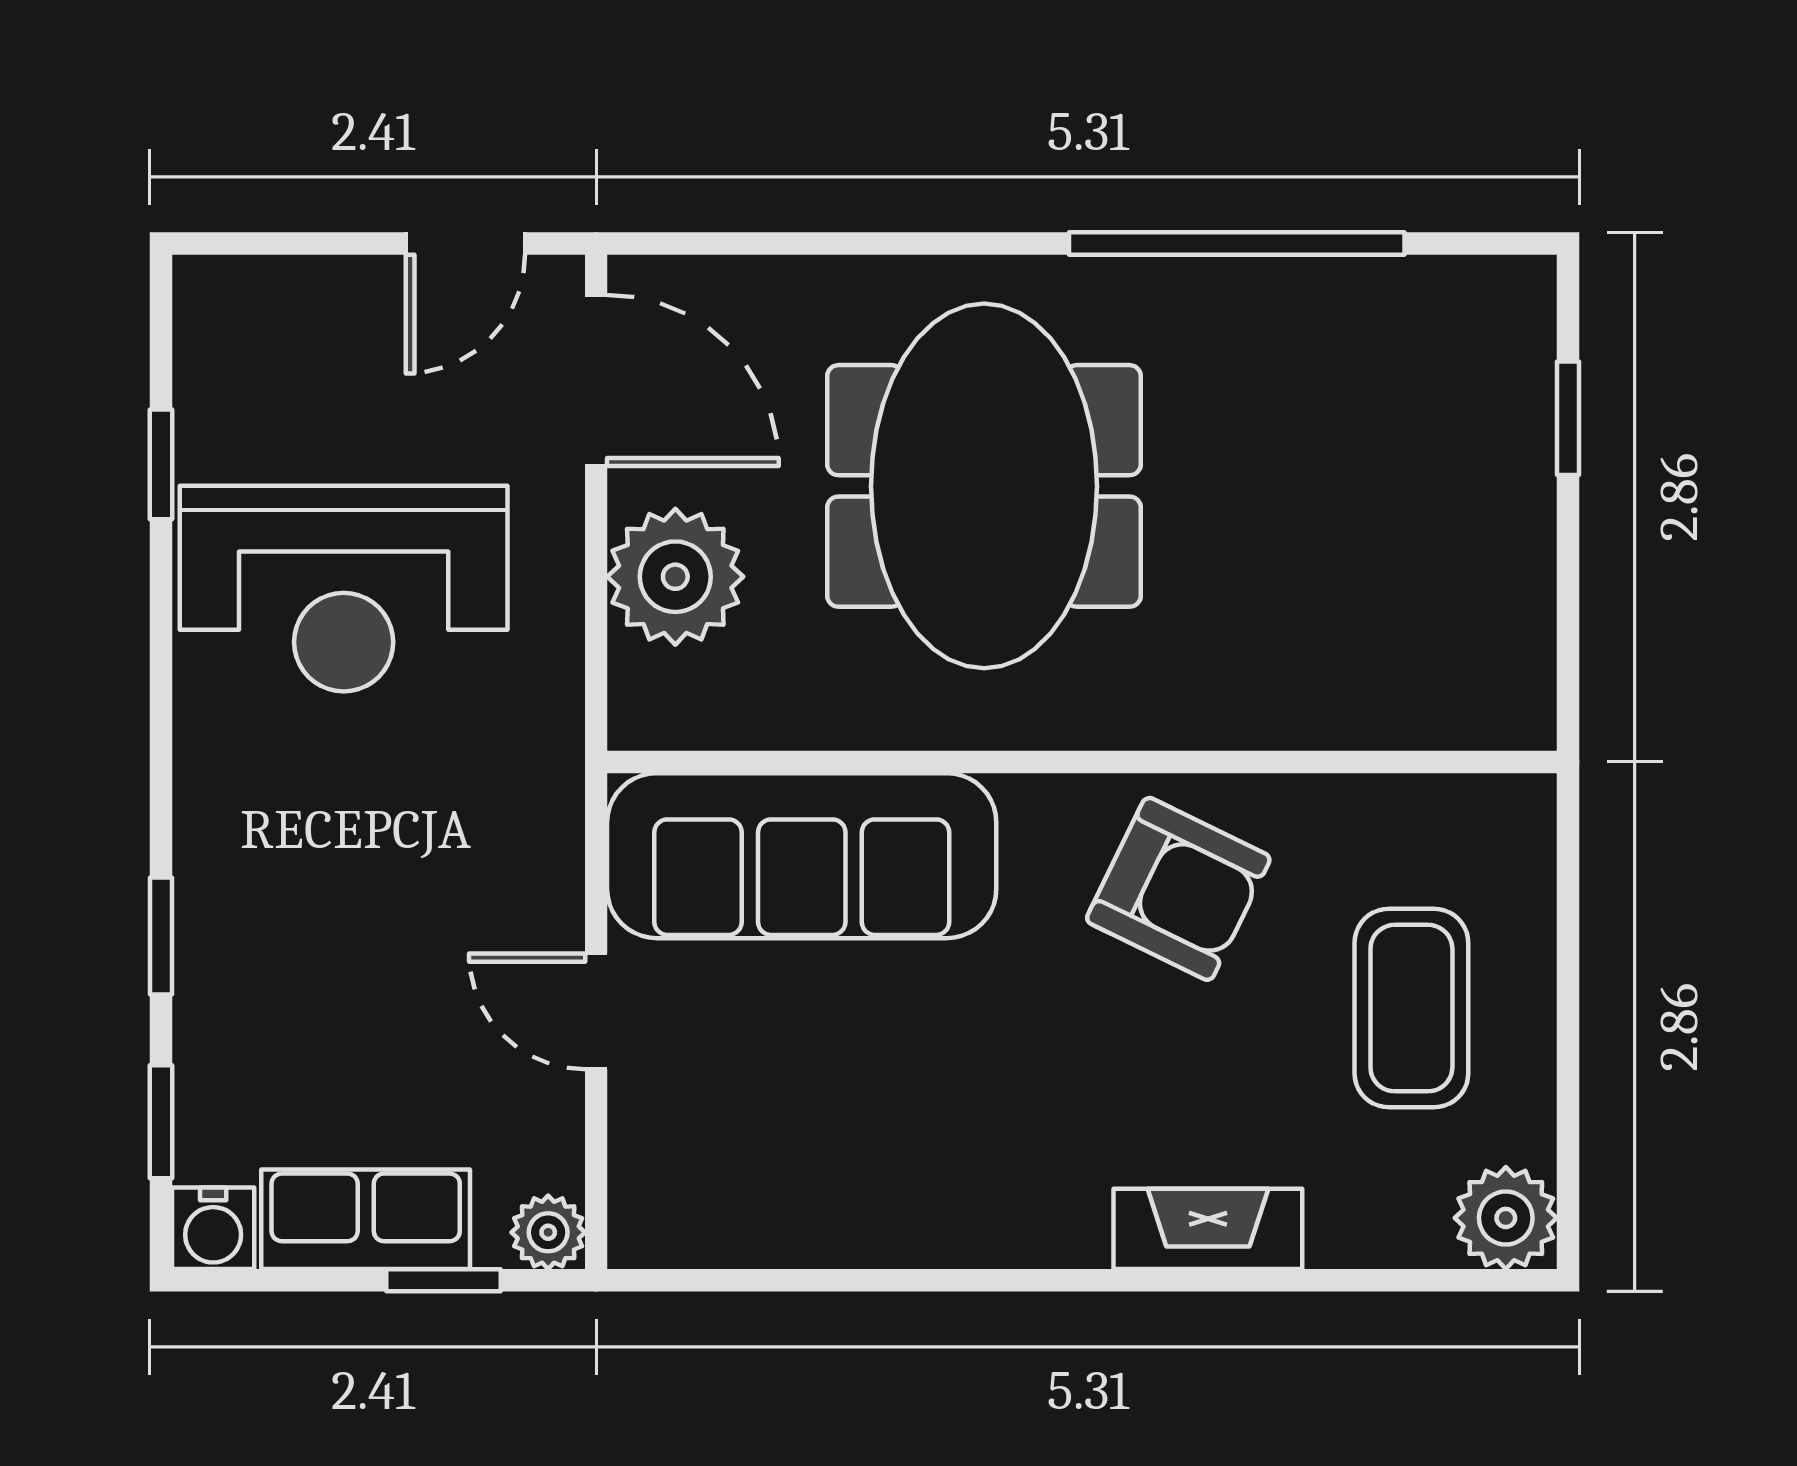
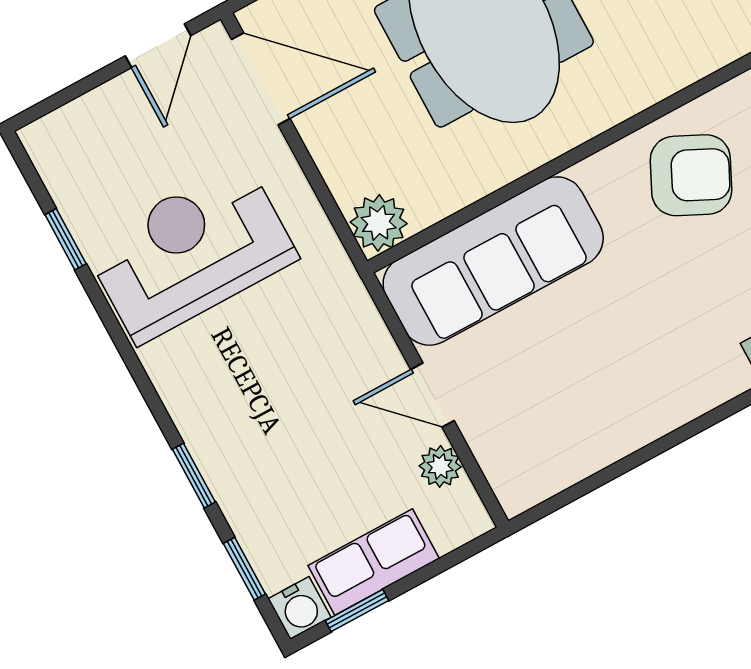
plant: (675, 577) -> (379, 223), moved, width x0.73, depth x0.73
reception desk: (344, 589) -> (191, 252), turned 180
plant: (548, 1232) -> (440, 466), moved
window: (443, 1280) -> (357, 611), moved

